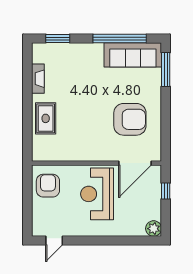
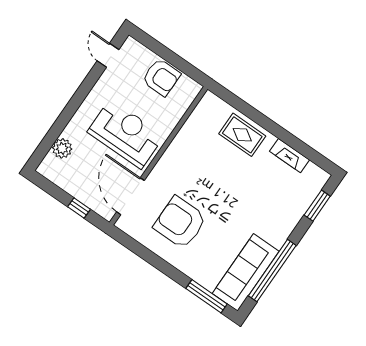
armchair: (130, 119) -> (180, 223), turned 90
armchair: (48, 186) -> (161, 77), moved
plant: (154, 229) -> (62, 148), moved

